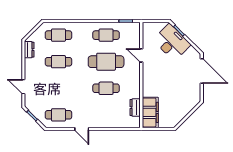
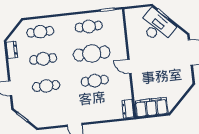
door: (141, 55) -> (129, 66), moved
dresser: (135, 108) -> (128, 109), moved
filing cabinet: (150, 112) -> (151, 107), moved, turned -90
cafe table: (58, 115) -> (46, 86), moved

